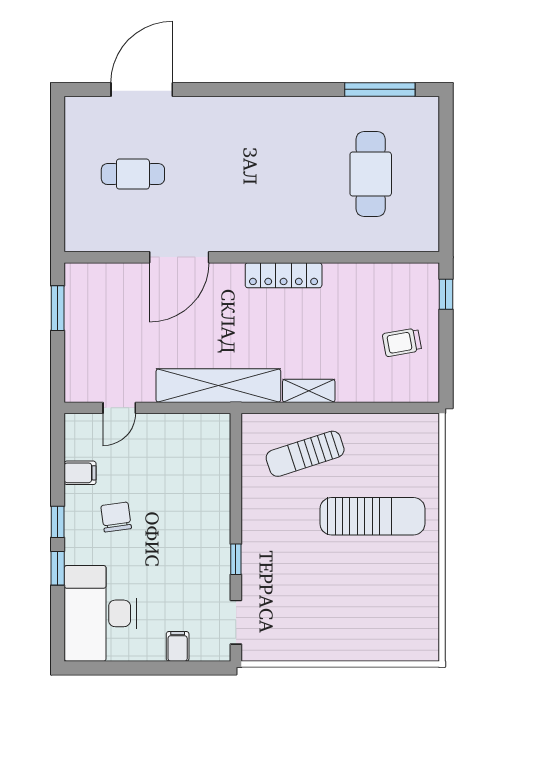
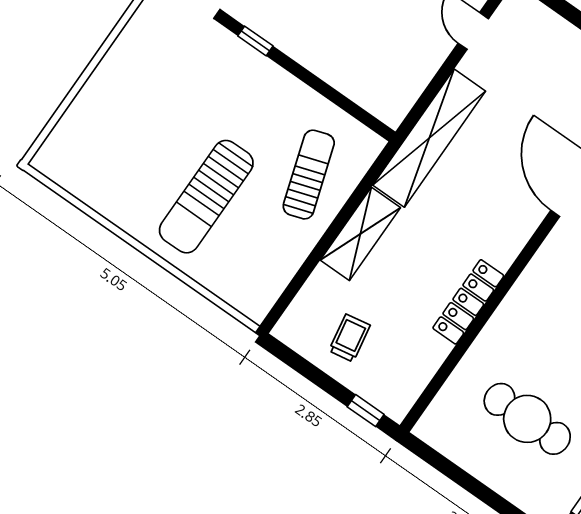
locker: (284, 275) -> (468, 302), moved
shelving: (309, 391) -> (360, 234), width x1.50, depth x1.33

